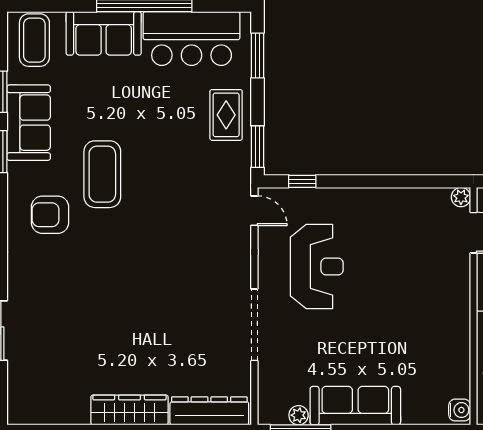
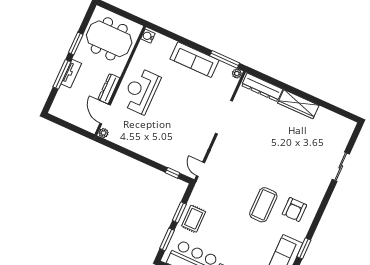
window: (257, 147) -> (179, 212), moved
coffee table: (102, 174) -> (263, 205), moved
armchair: (50, 215) -> (294, 210), turned 90
reception desk: (317, 266) -> (141, 91), moved
plant: (299, 415) -> (237, 73), moved

